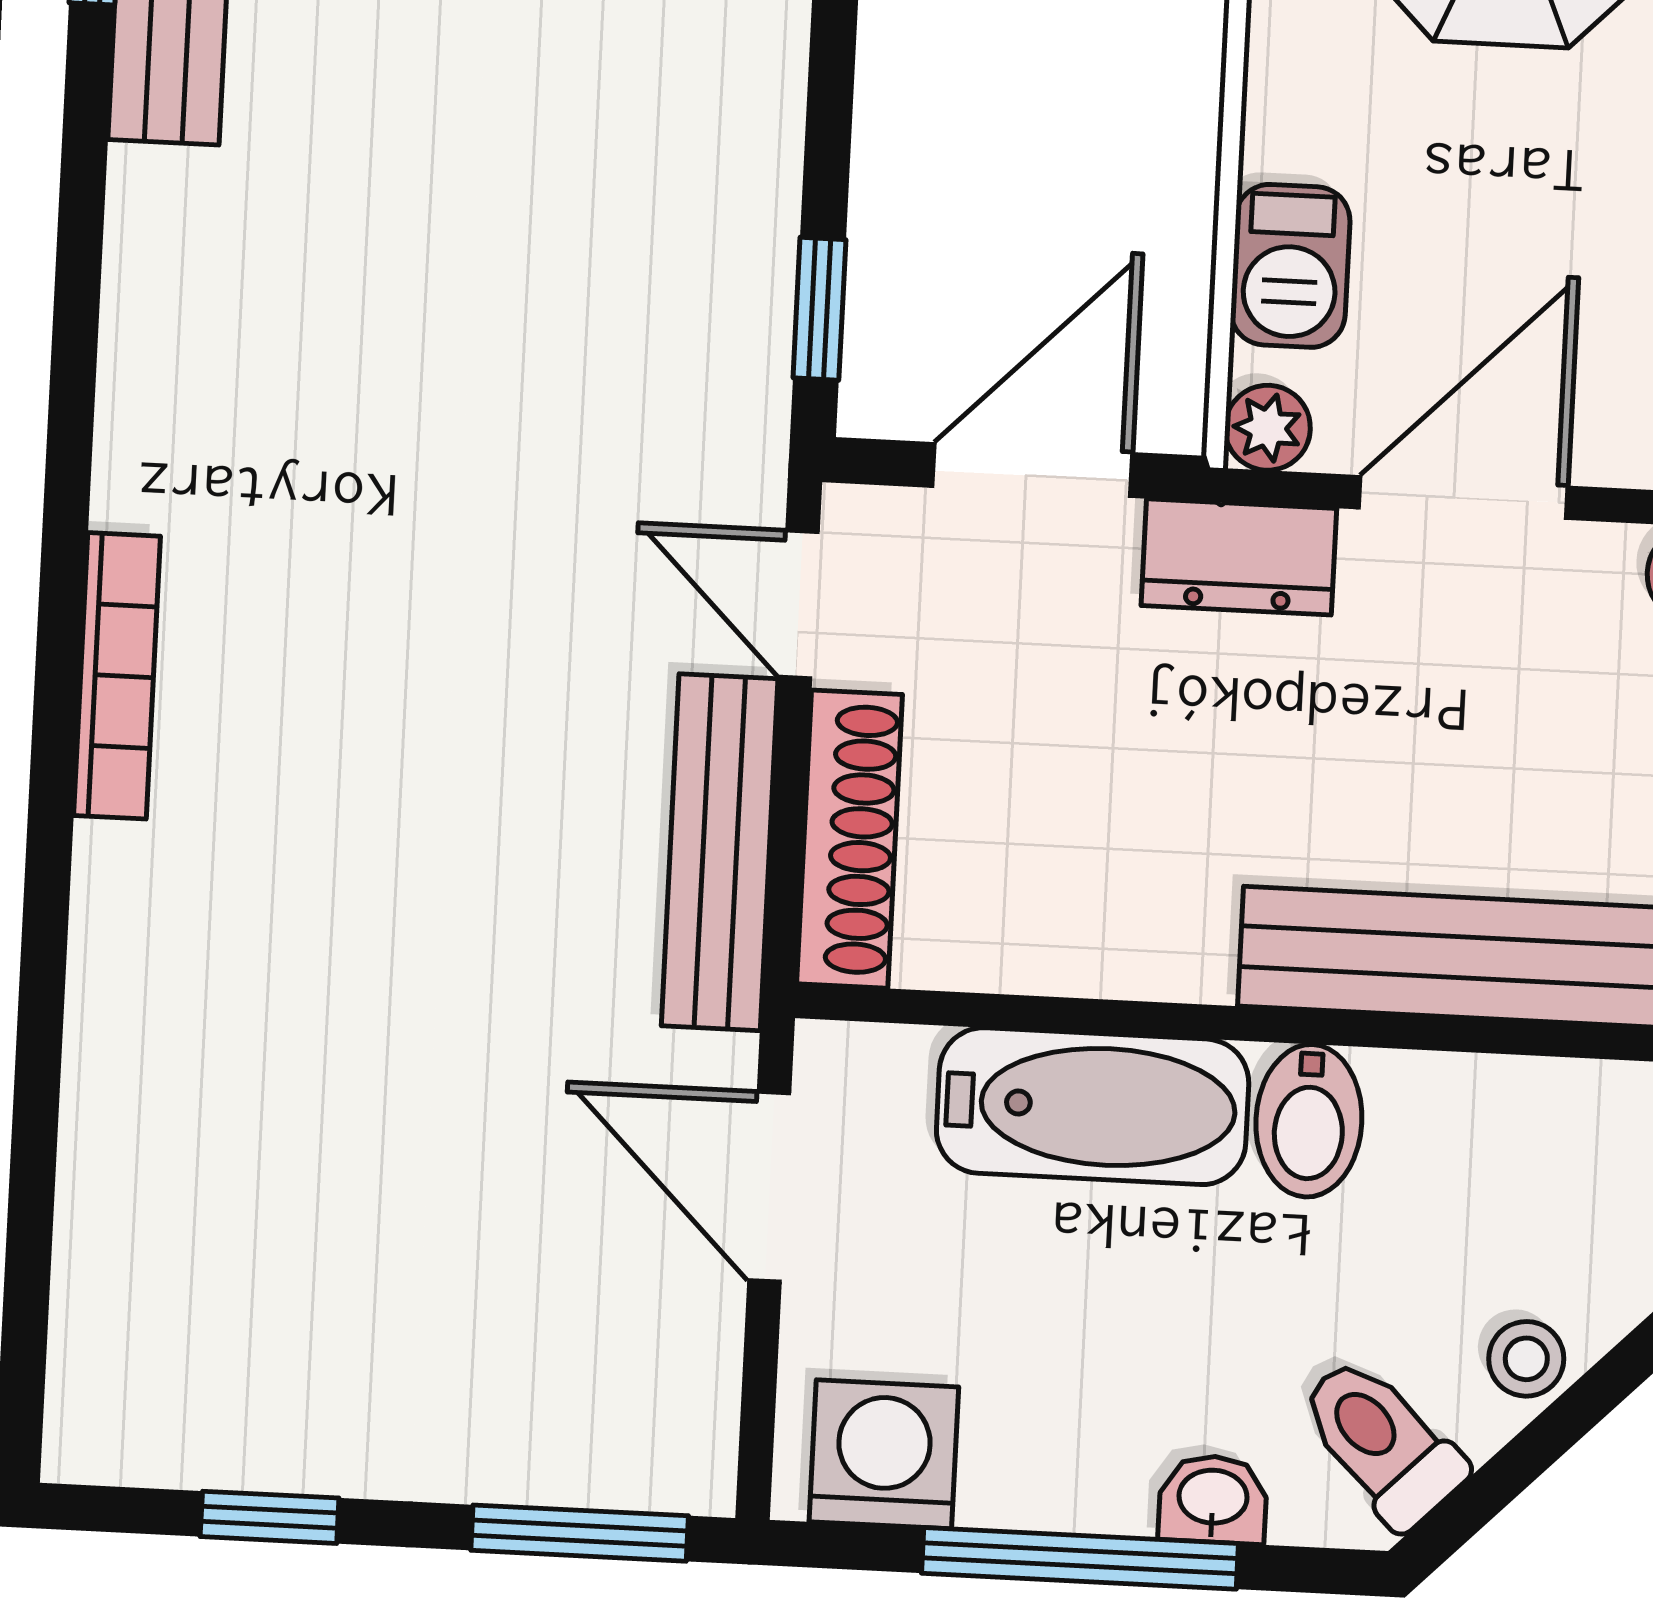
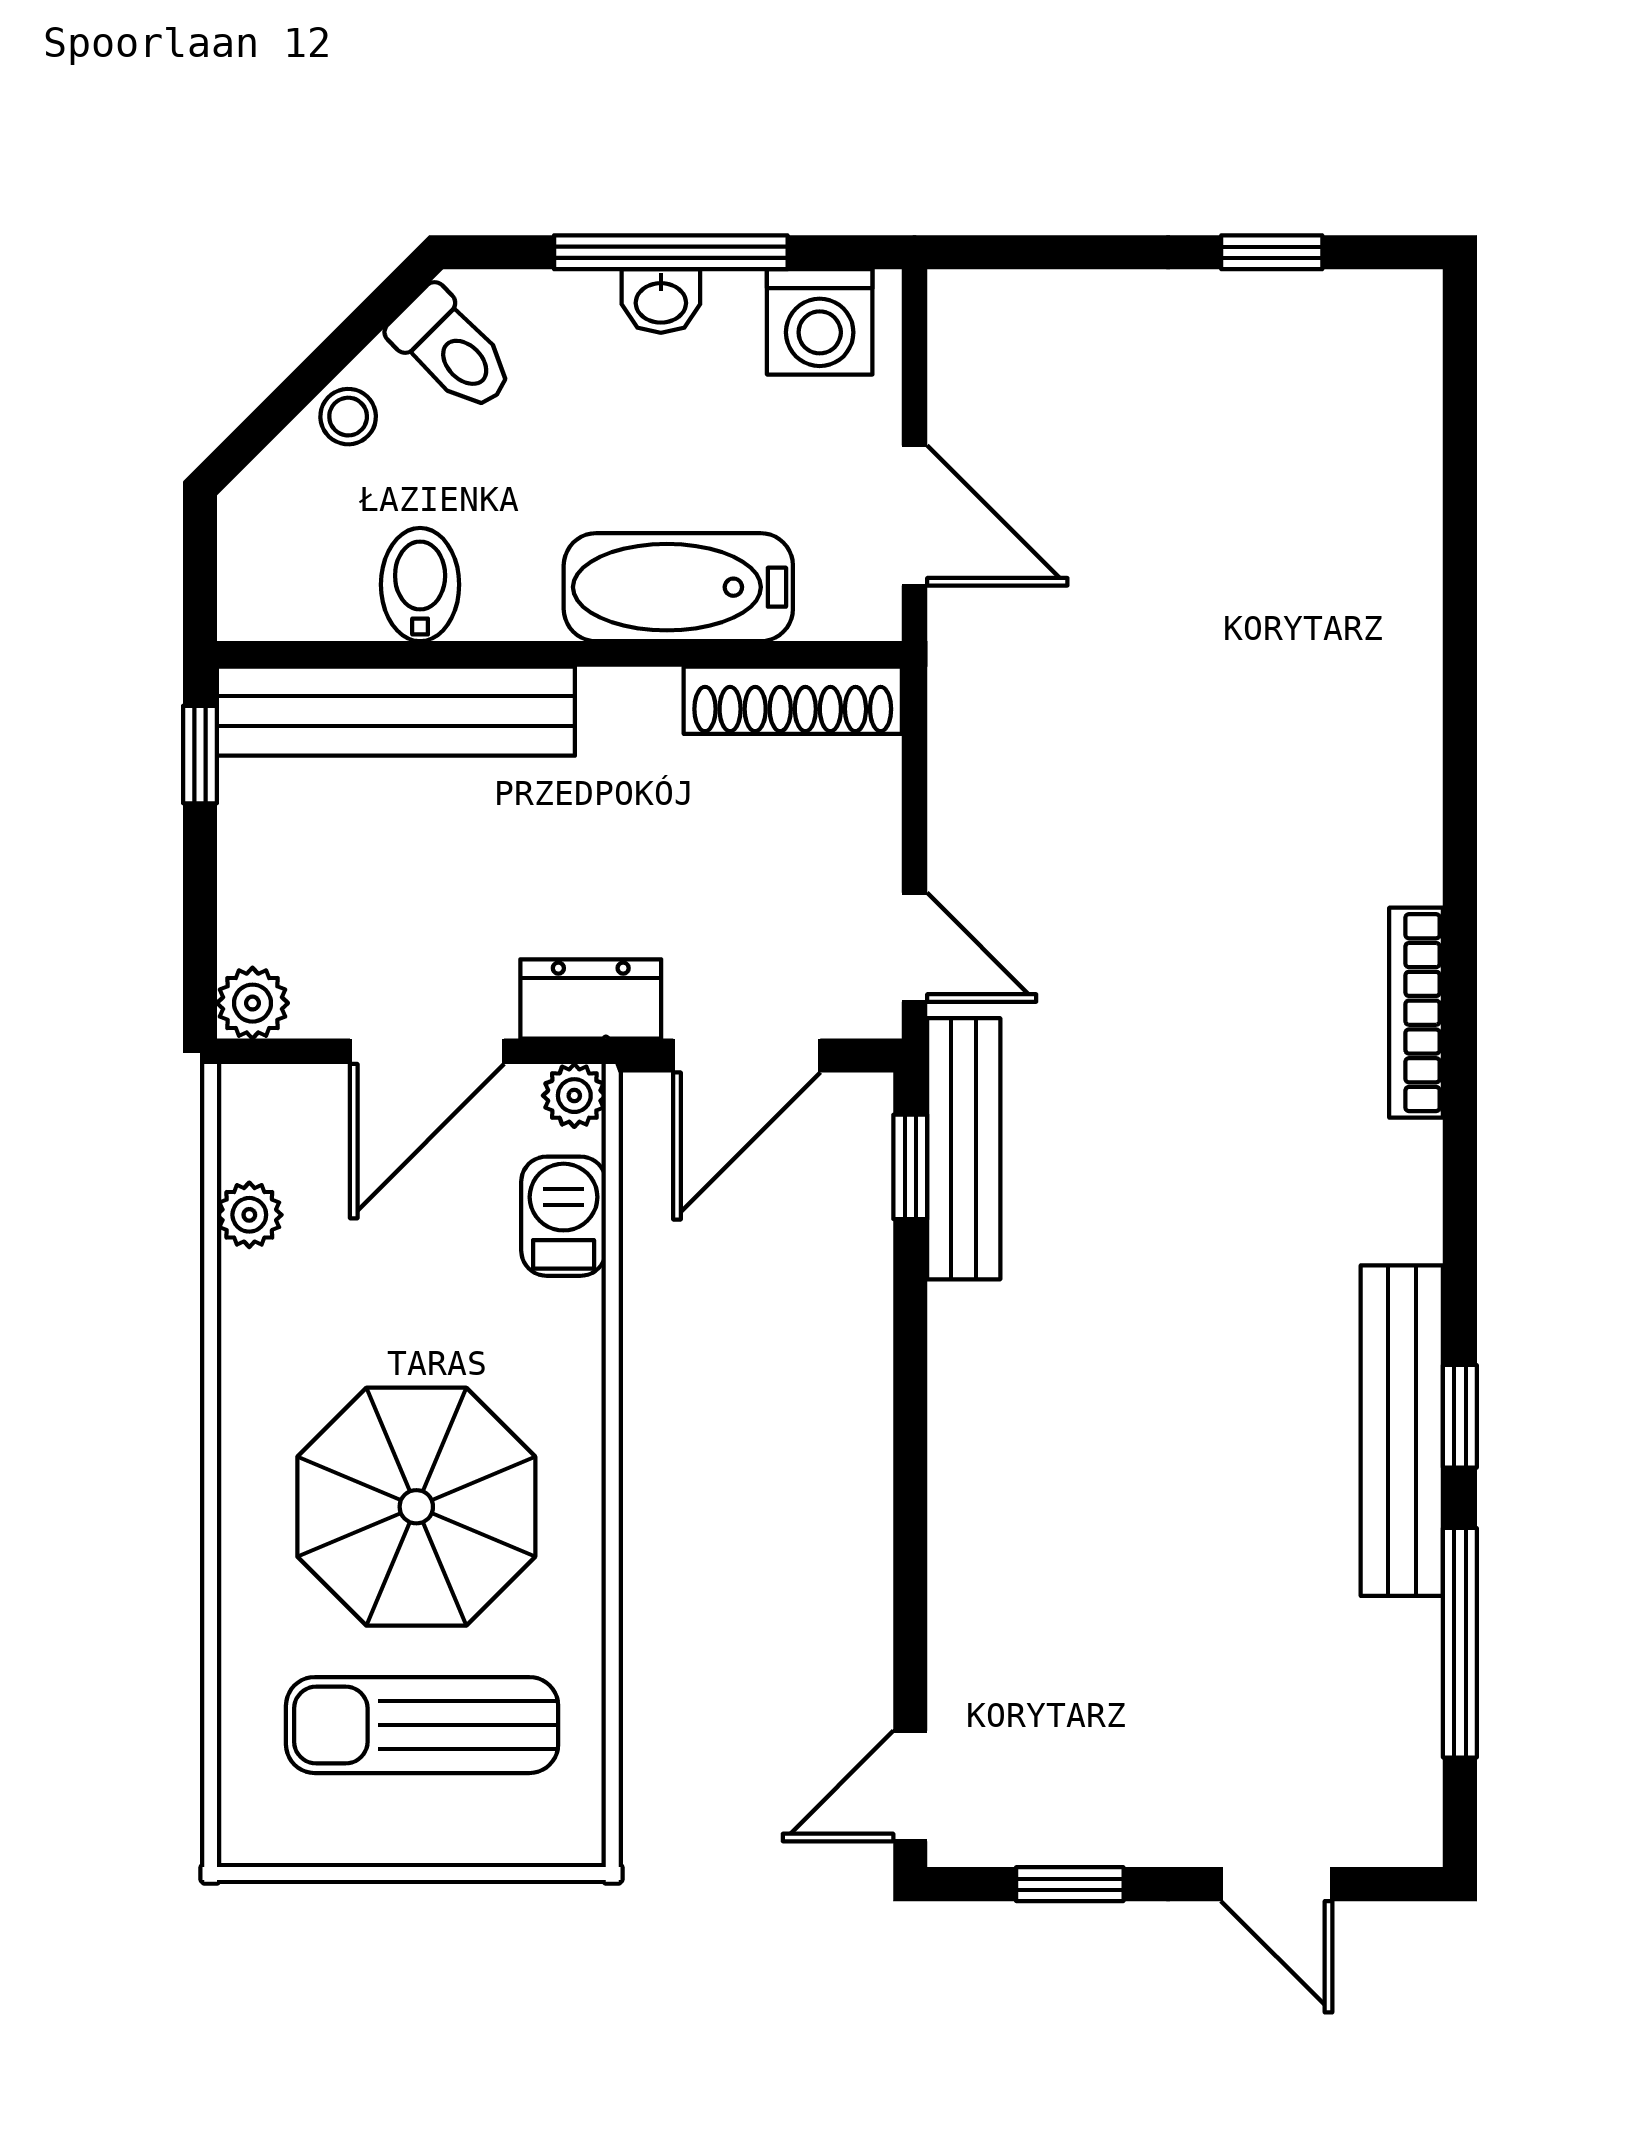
bookcase: (117, 676) -> (1416, 1013), moved
shoe rack: (850, 839) -> (793, 700), moved, turned -90
bench: (720, 852) -> (964, 1149), moved
bidet: (1309, 1121) -> (420, 585), moved
washbasin: (1213, 1499) -> (661, 301), moved
window: (580, 1533) -> (1042, 252), removed

